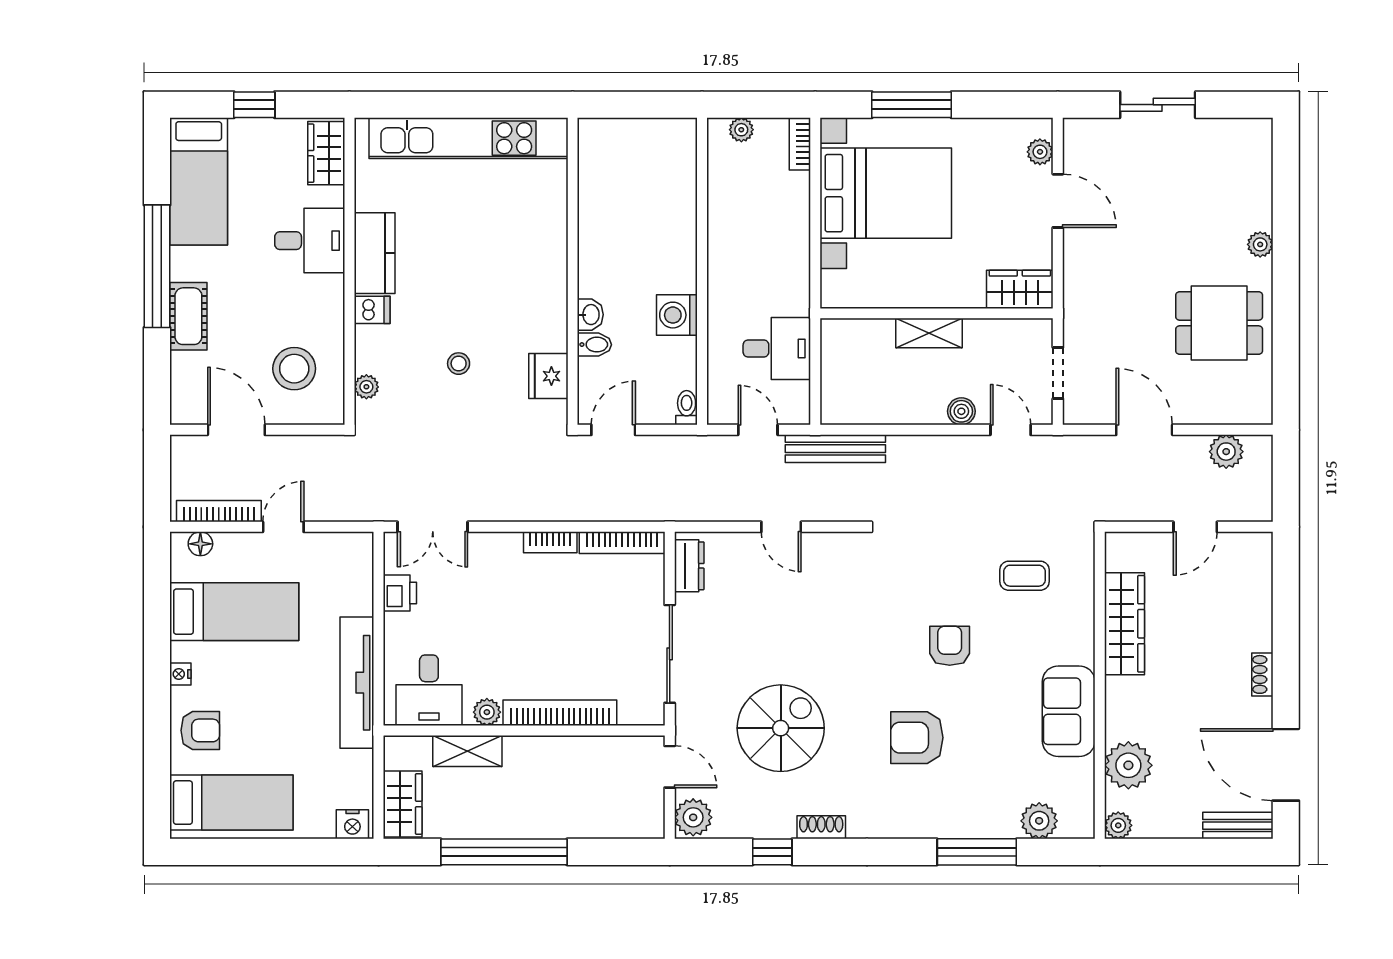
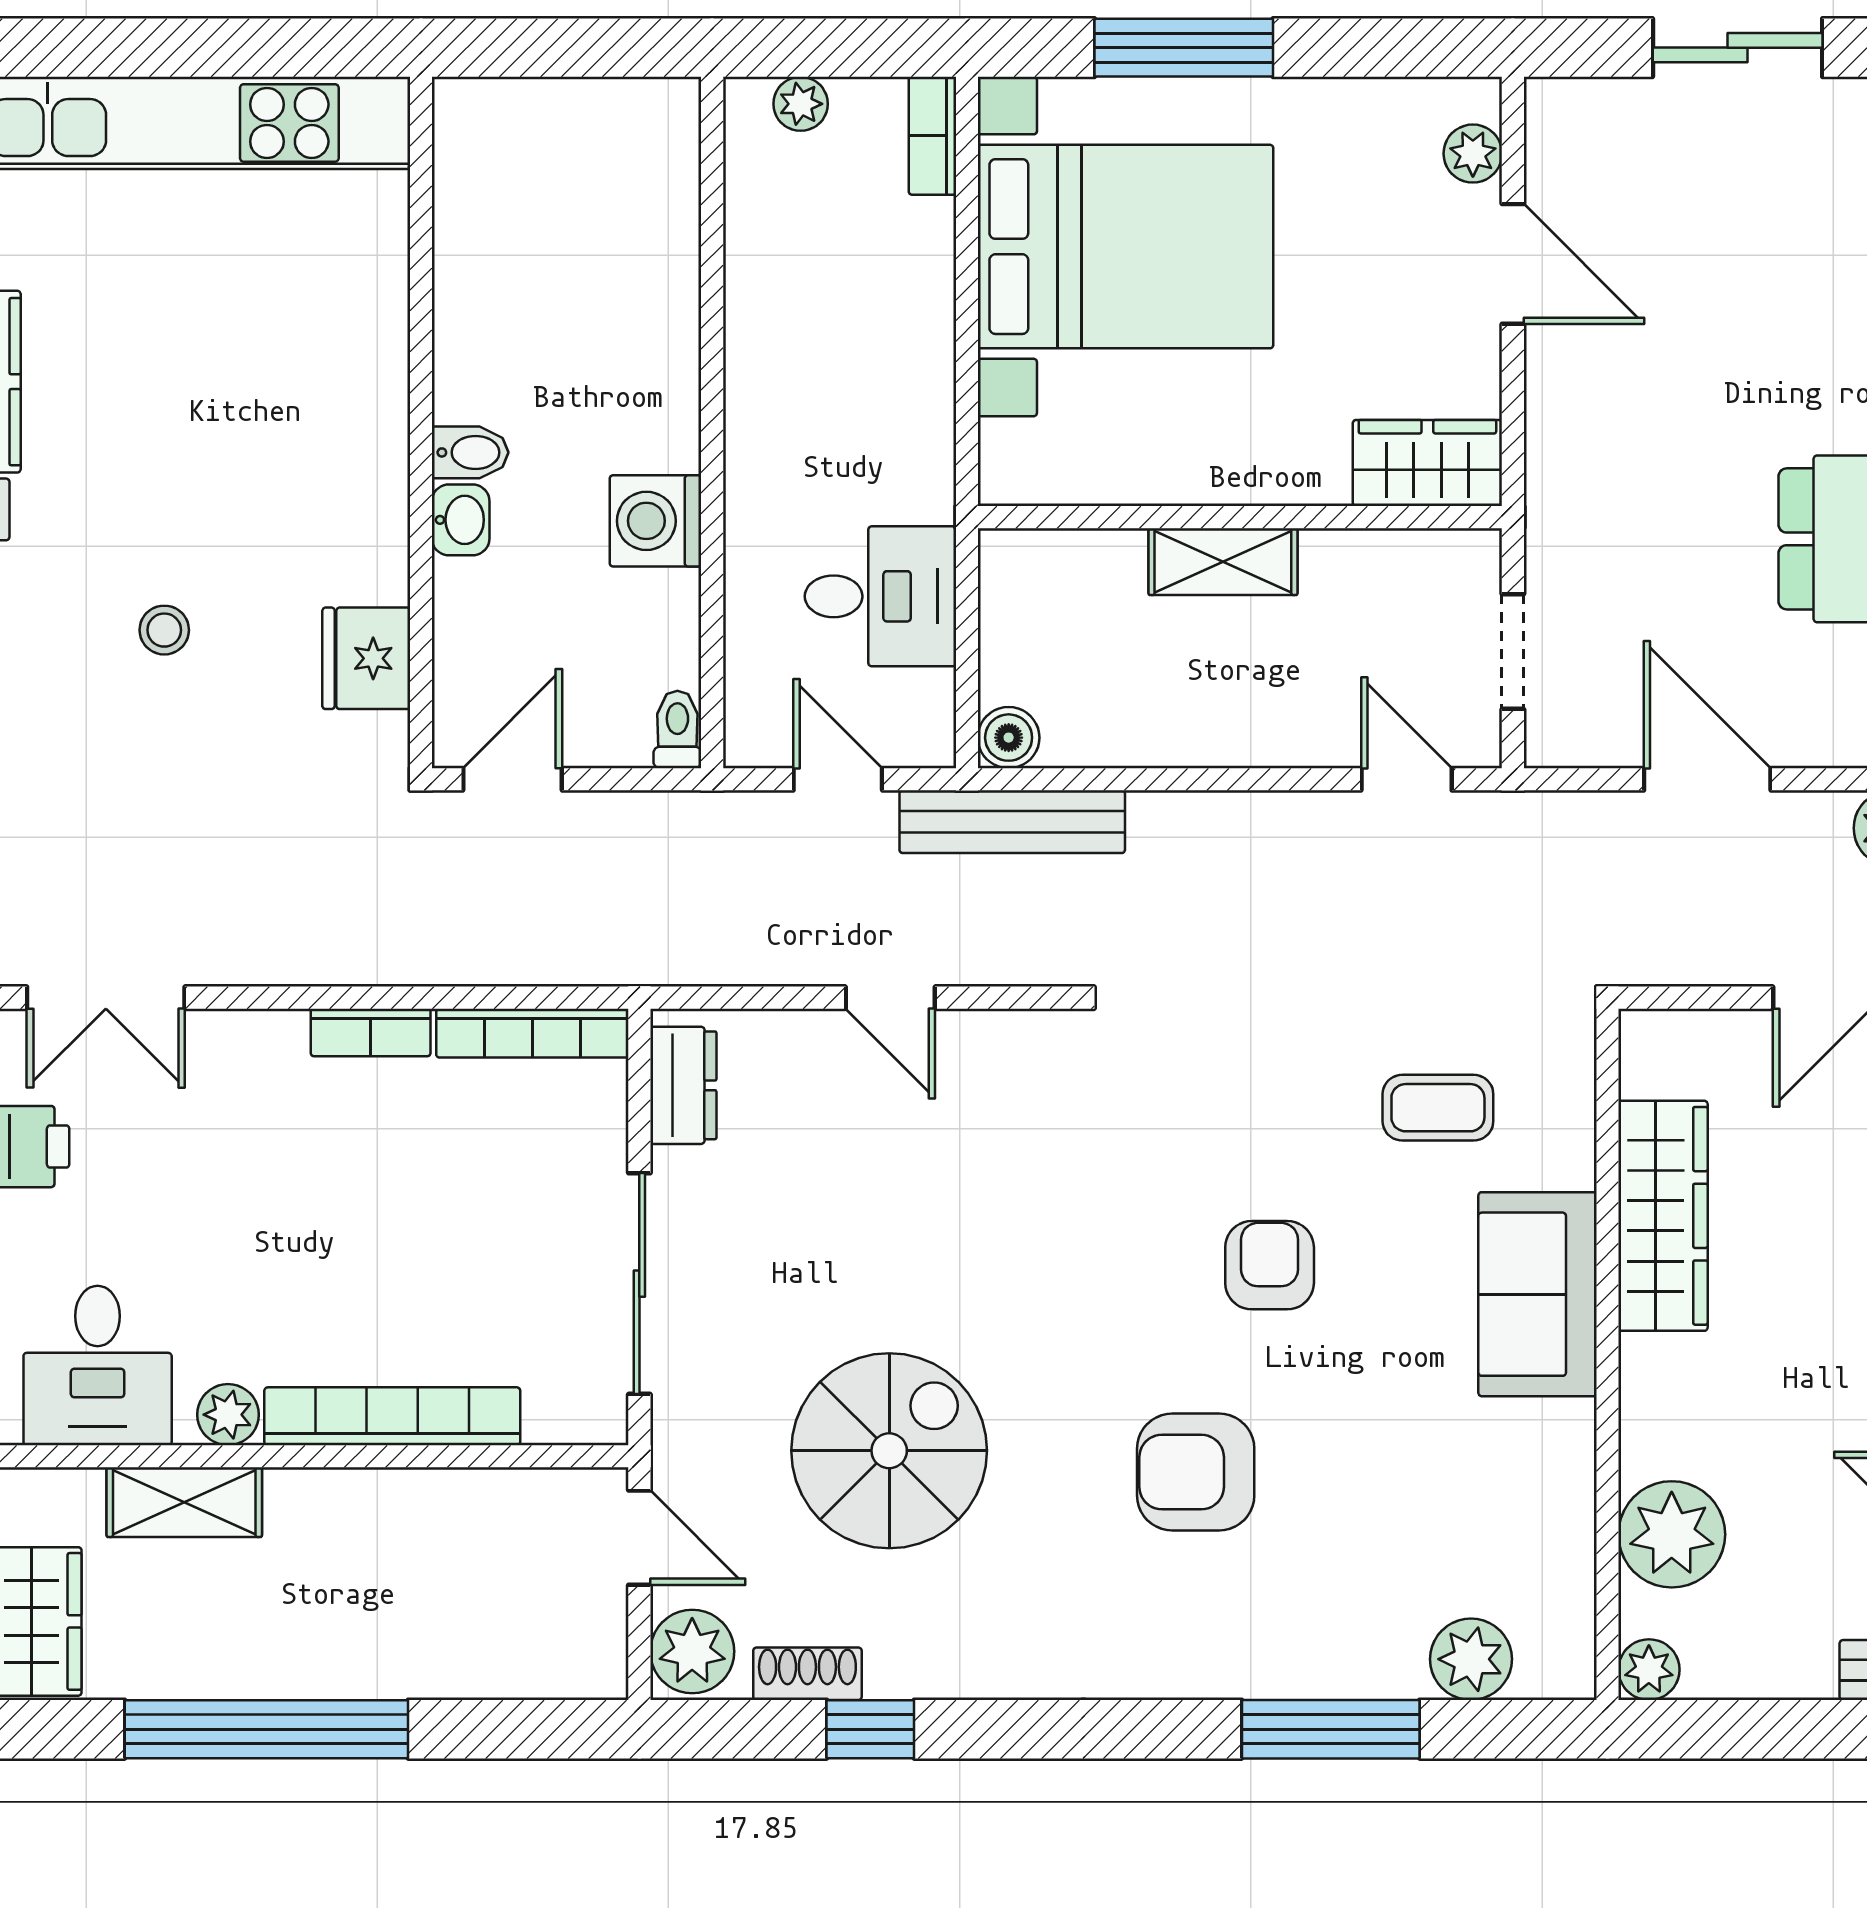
bidet: (594, 345) -> (470, 452), moved
boiler: (961, 411) -> (1009, 738), moved
sofa: (1069, 711) -> (1538, 1294), moved
shoe rack: (821, 827) -> (807, 1674), moved

